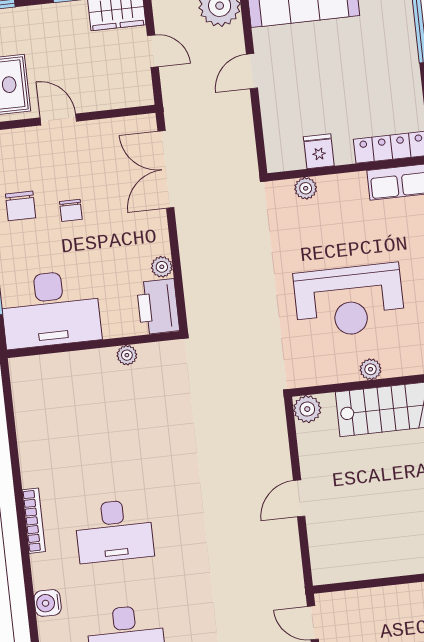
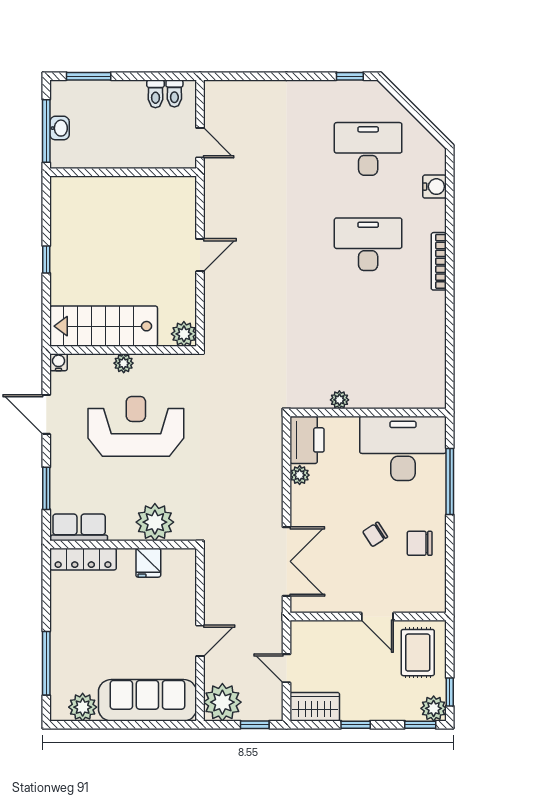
plant: (306, 188) -> (155, 522), width x1.87, depth x1.87
chair: (21, 206) -> (420, 543), turned -90
chair: (71, 210) -> (375, 534), turned -123

